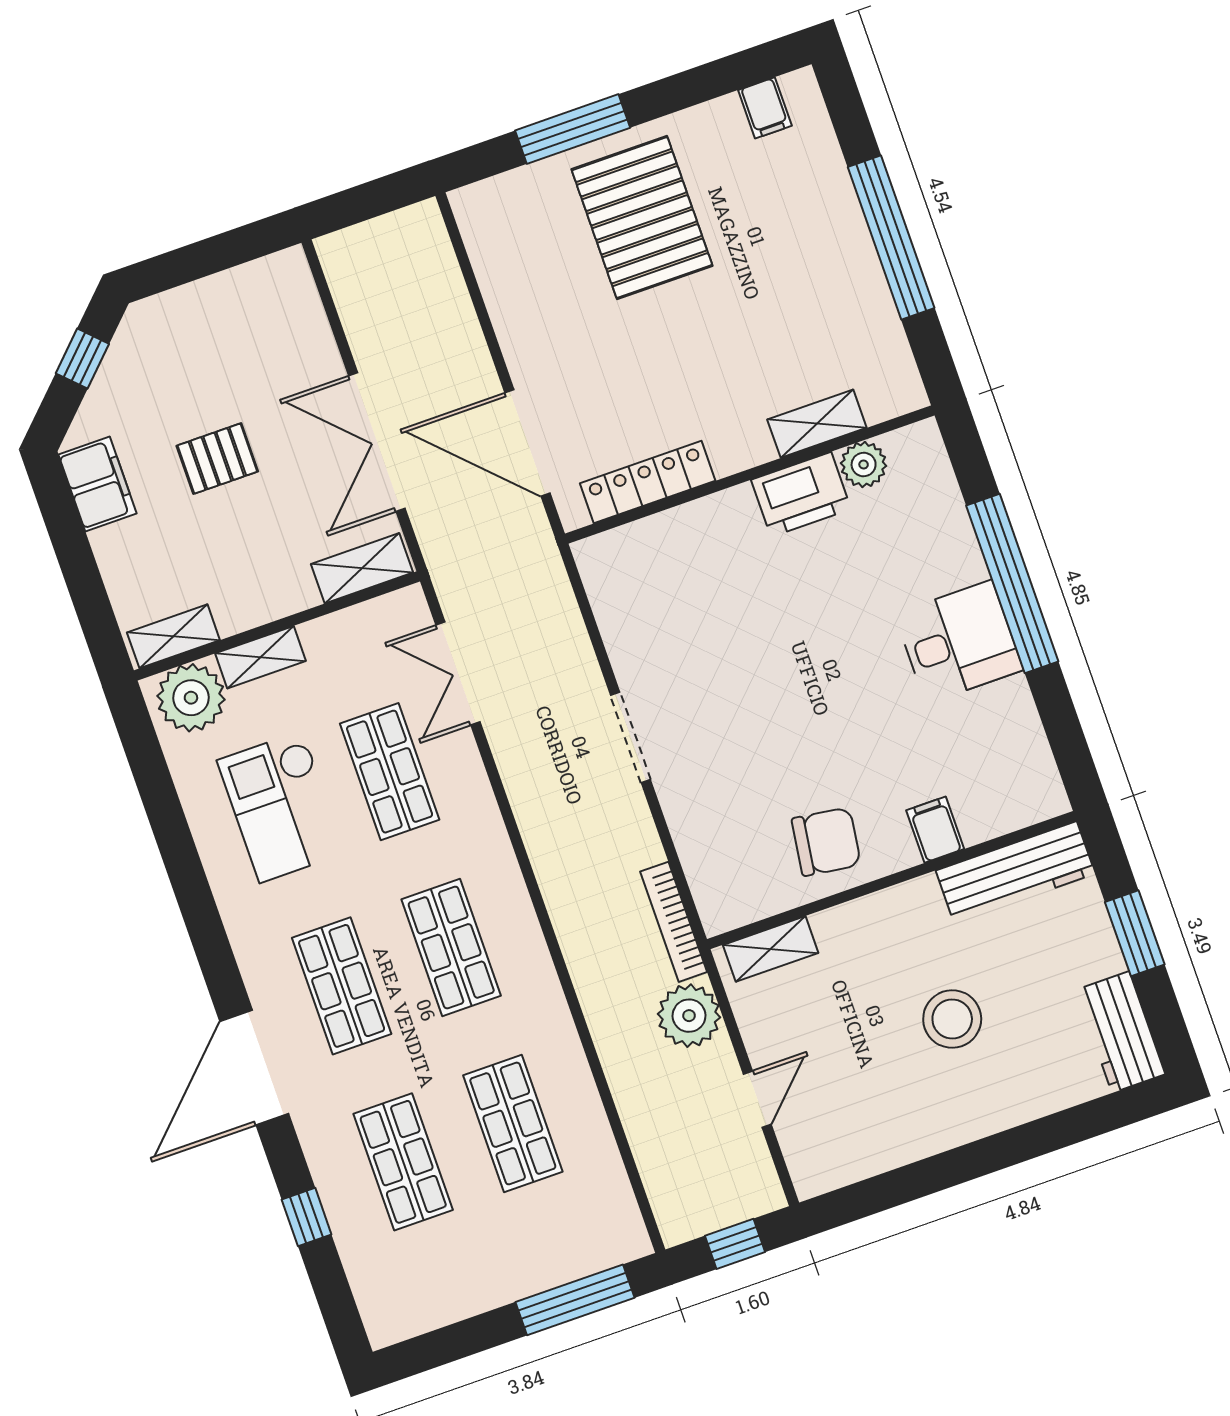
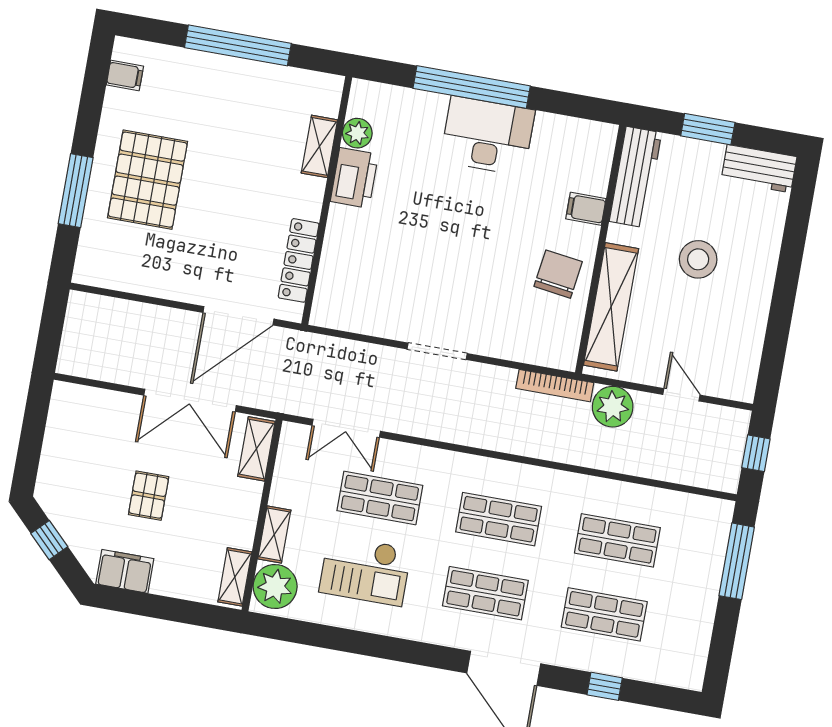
pallet: (642, 218) -> (148, 180), turned 90
desk: (959, 642) -> (488, 136), width x1.37
shelving: (771, 949) -> (611, 307), width x2.20, depth x1.33

